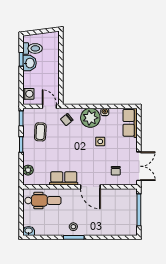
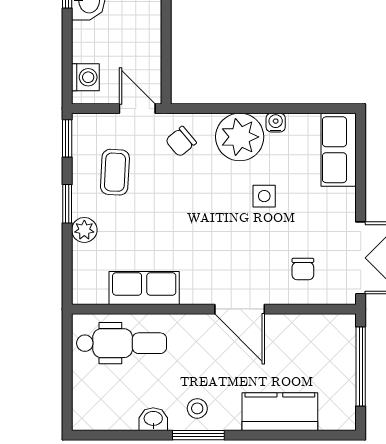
plant: (28, 170) -> (84, 230), moved
row of seats: (64, 178) -> (144, 288), moved
kitchen counter: (106, 228) -> (280, 412), added
washbasin: (29, 231) -> (153, 419), moved

